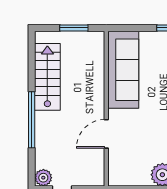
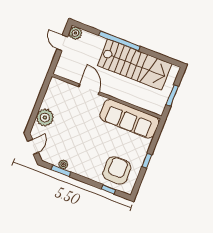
stairs: (47, 77) -> (135, 65), width x1.36, depth x1.51

